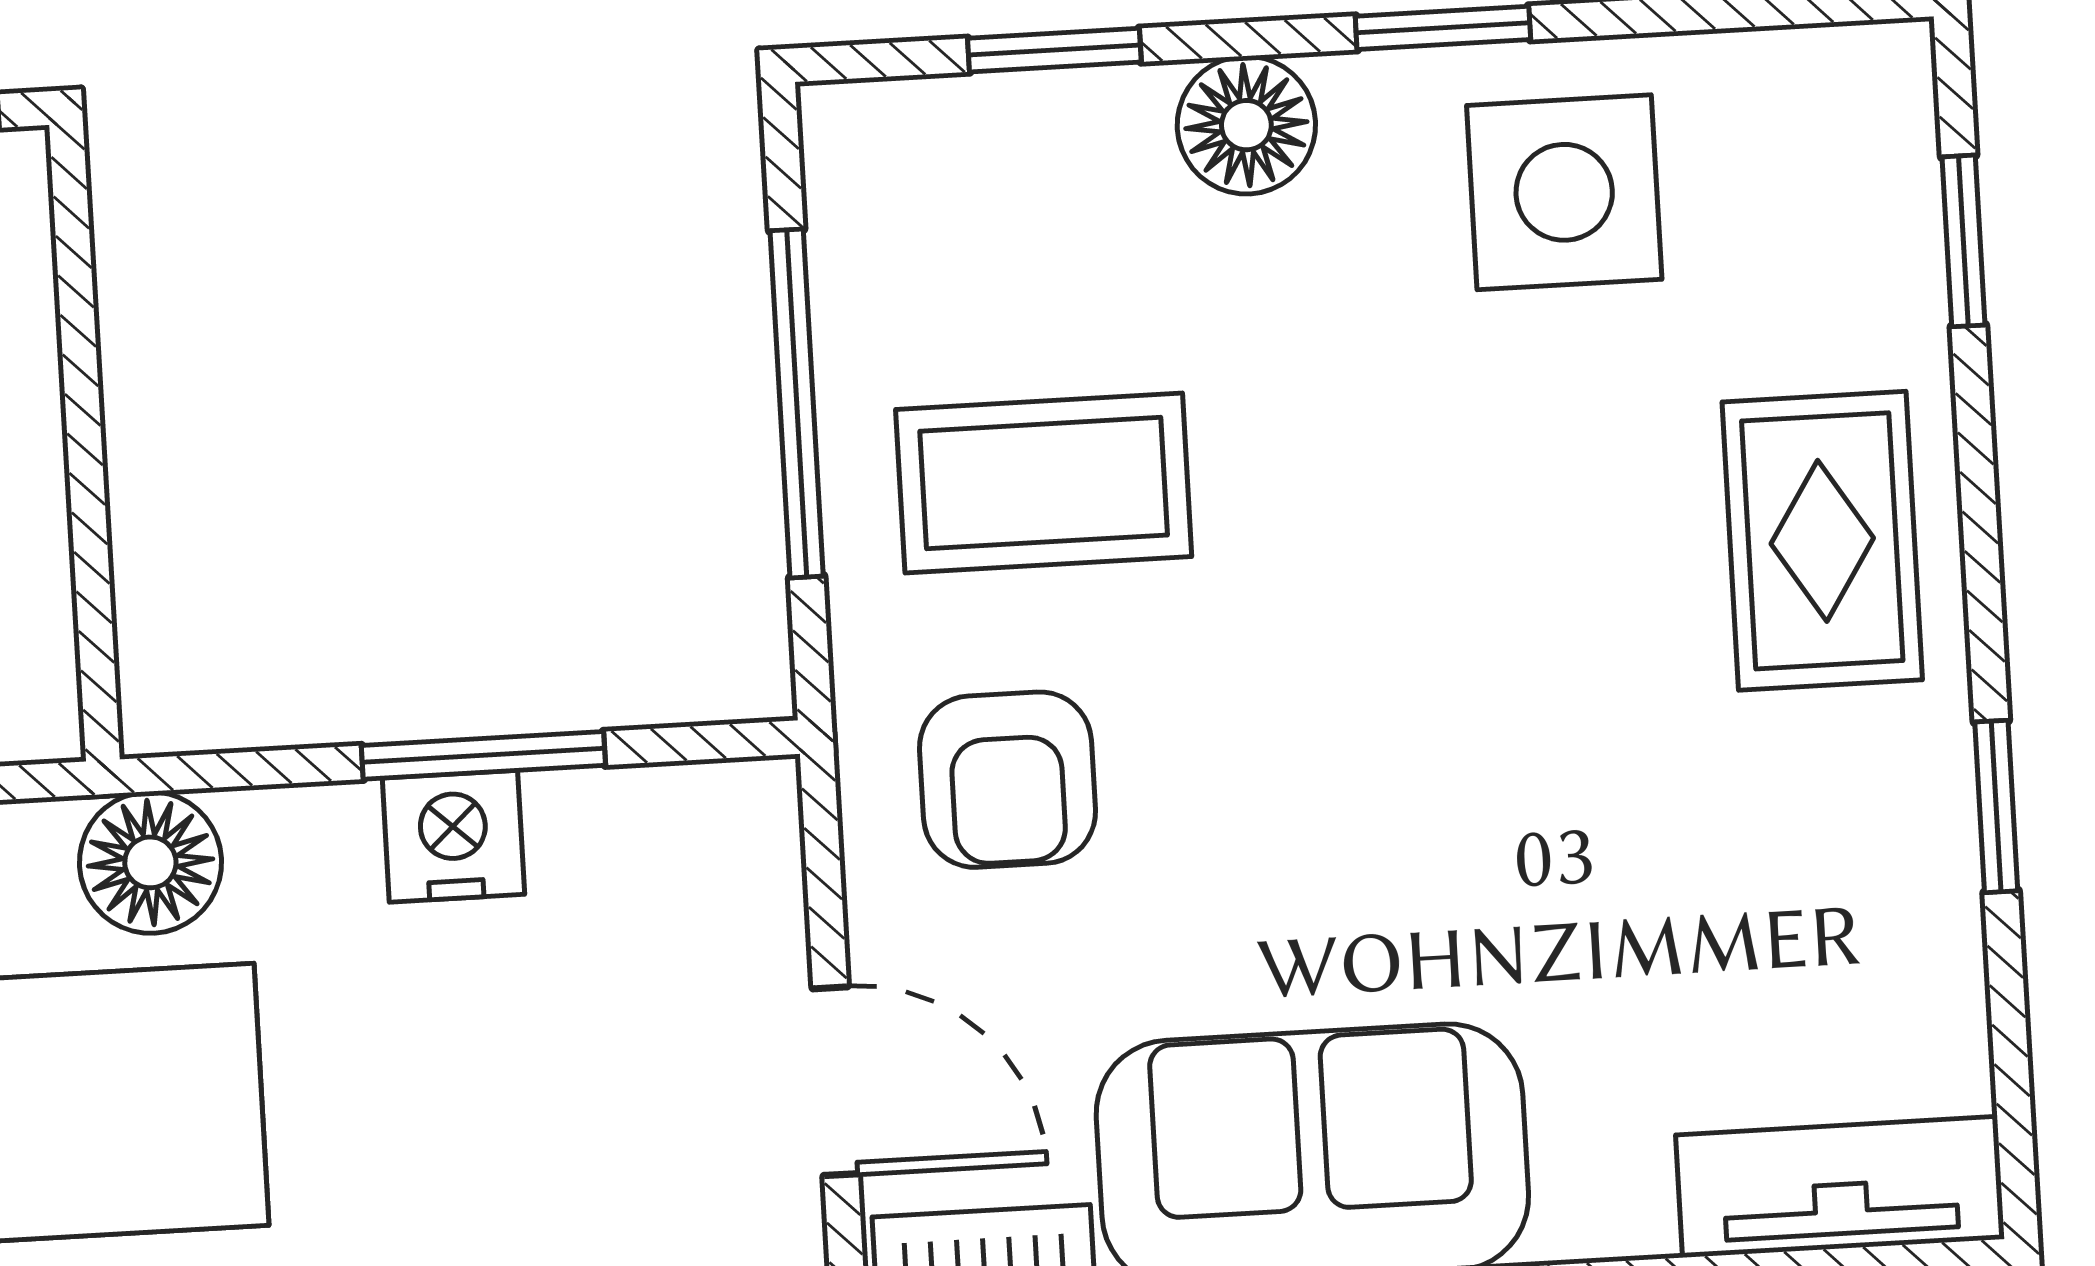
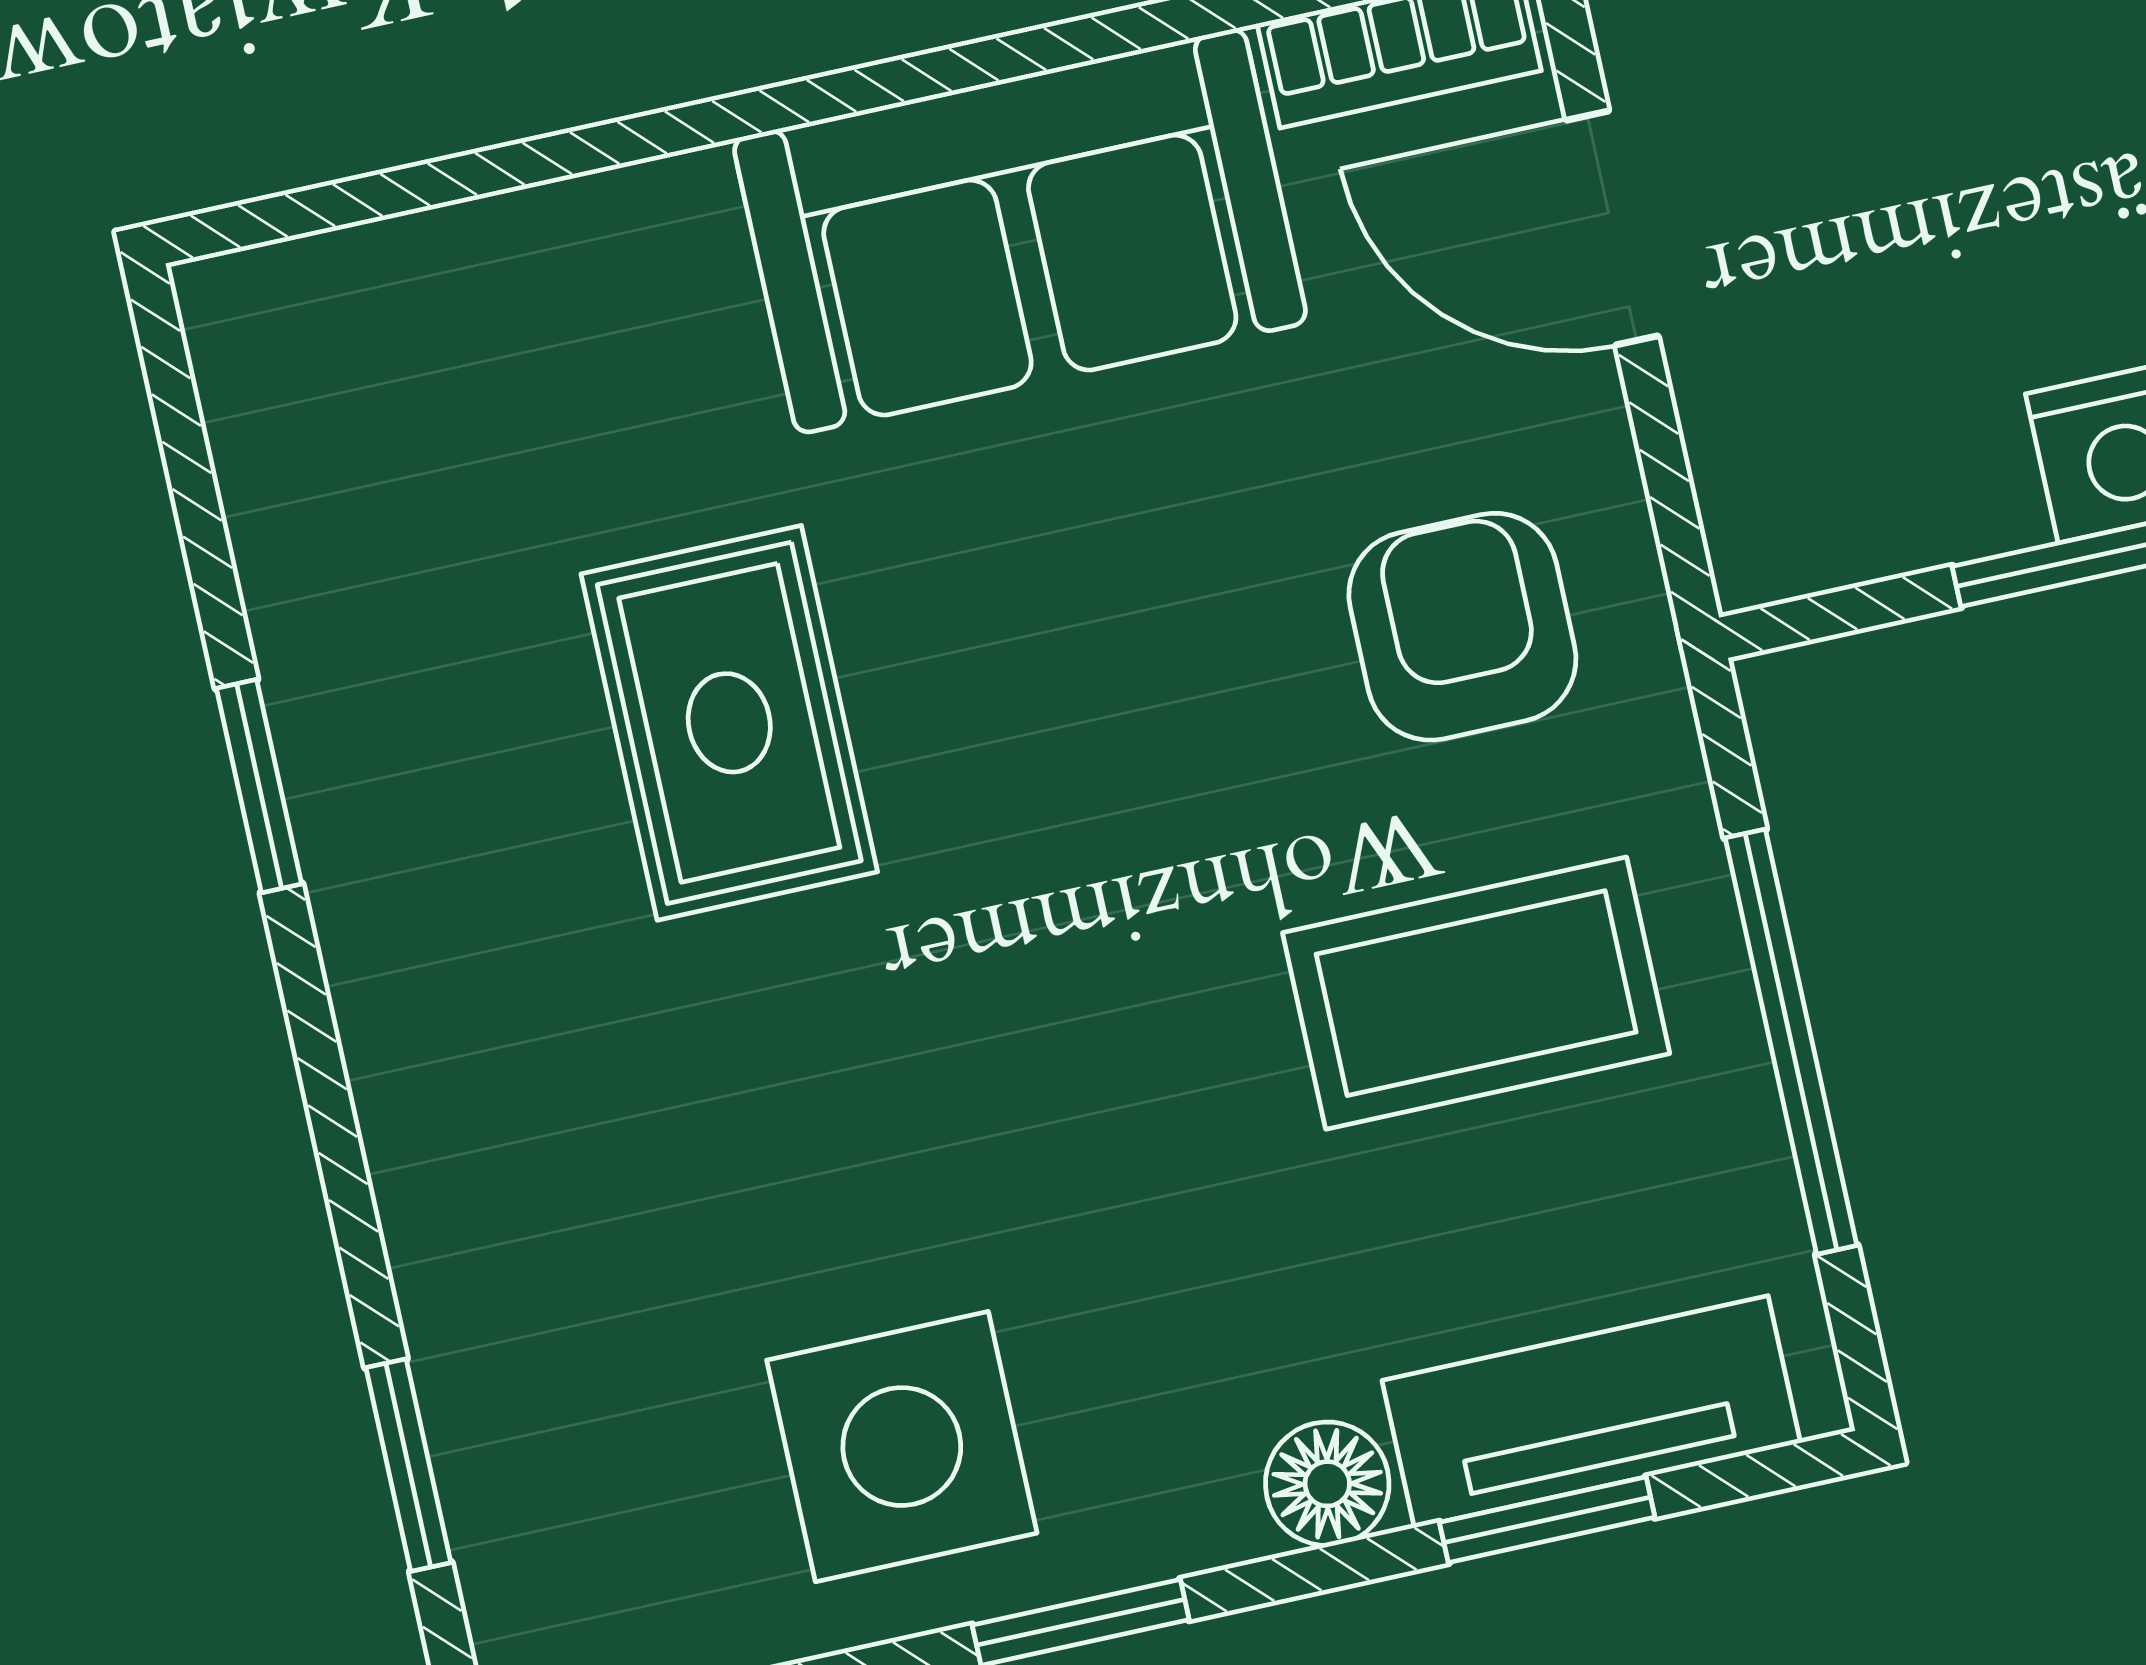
floor lamp: (1246, 125) -> (1327, 1484), width x0.73, depth x0.73
rug: (1822, 541) -> (729, 723), moved
tv unit: (1840, 1187) -> (1591, 1412), moved, turned 180

